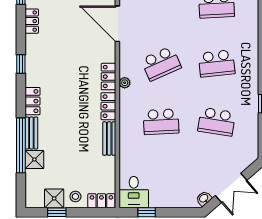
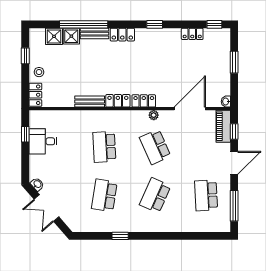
school desk: (217, 63) -> (155, 195), turned 30
plant: (125, 83) -> (154, 115), moved
desk: (134, 192) -> (43, 141), moved
shower: (54, 198) -> (54, 36), moved

